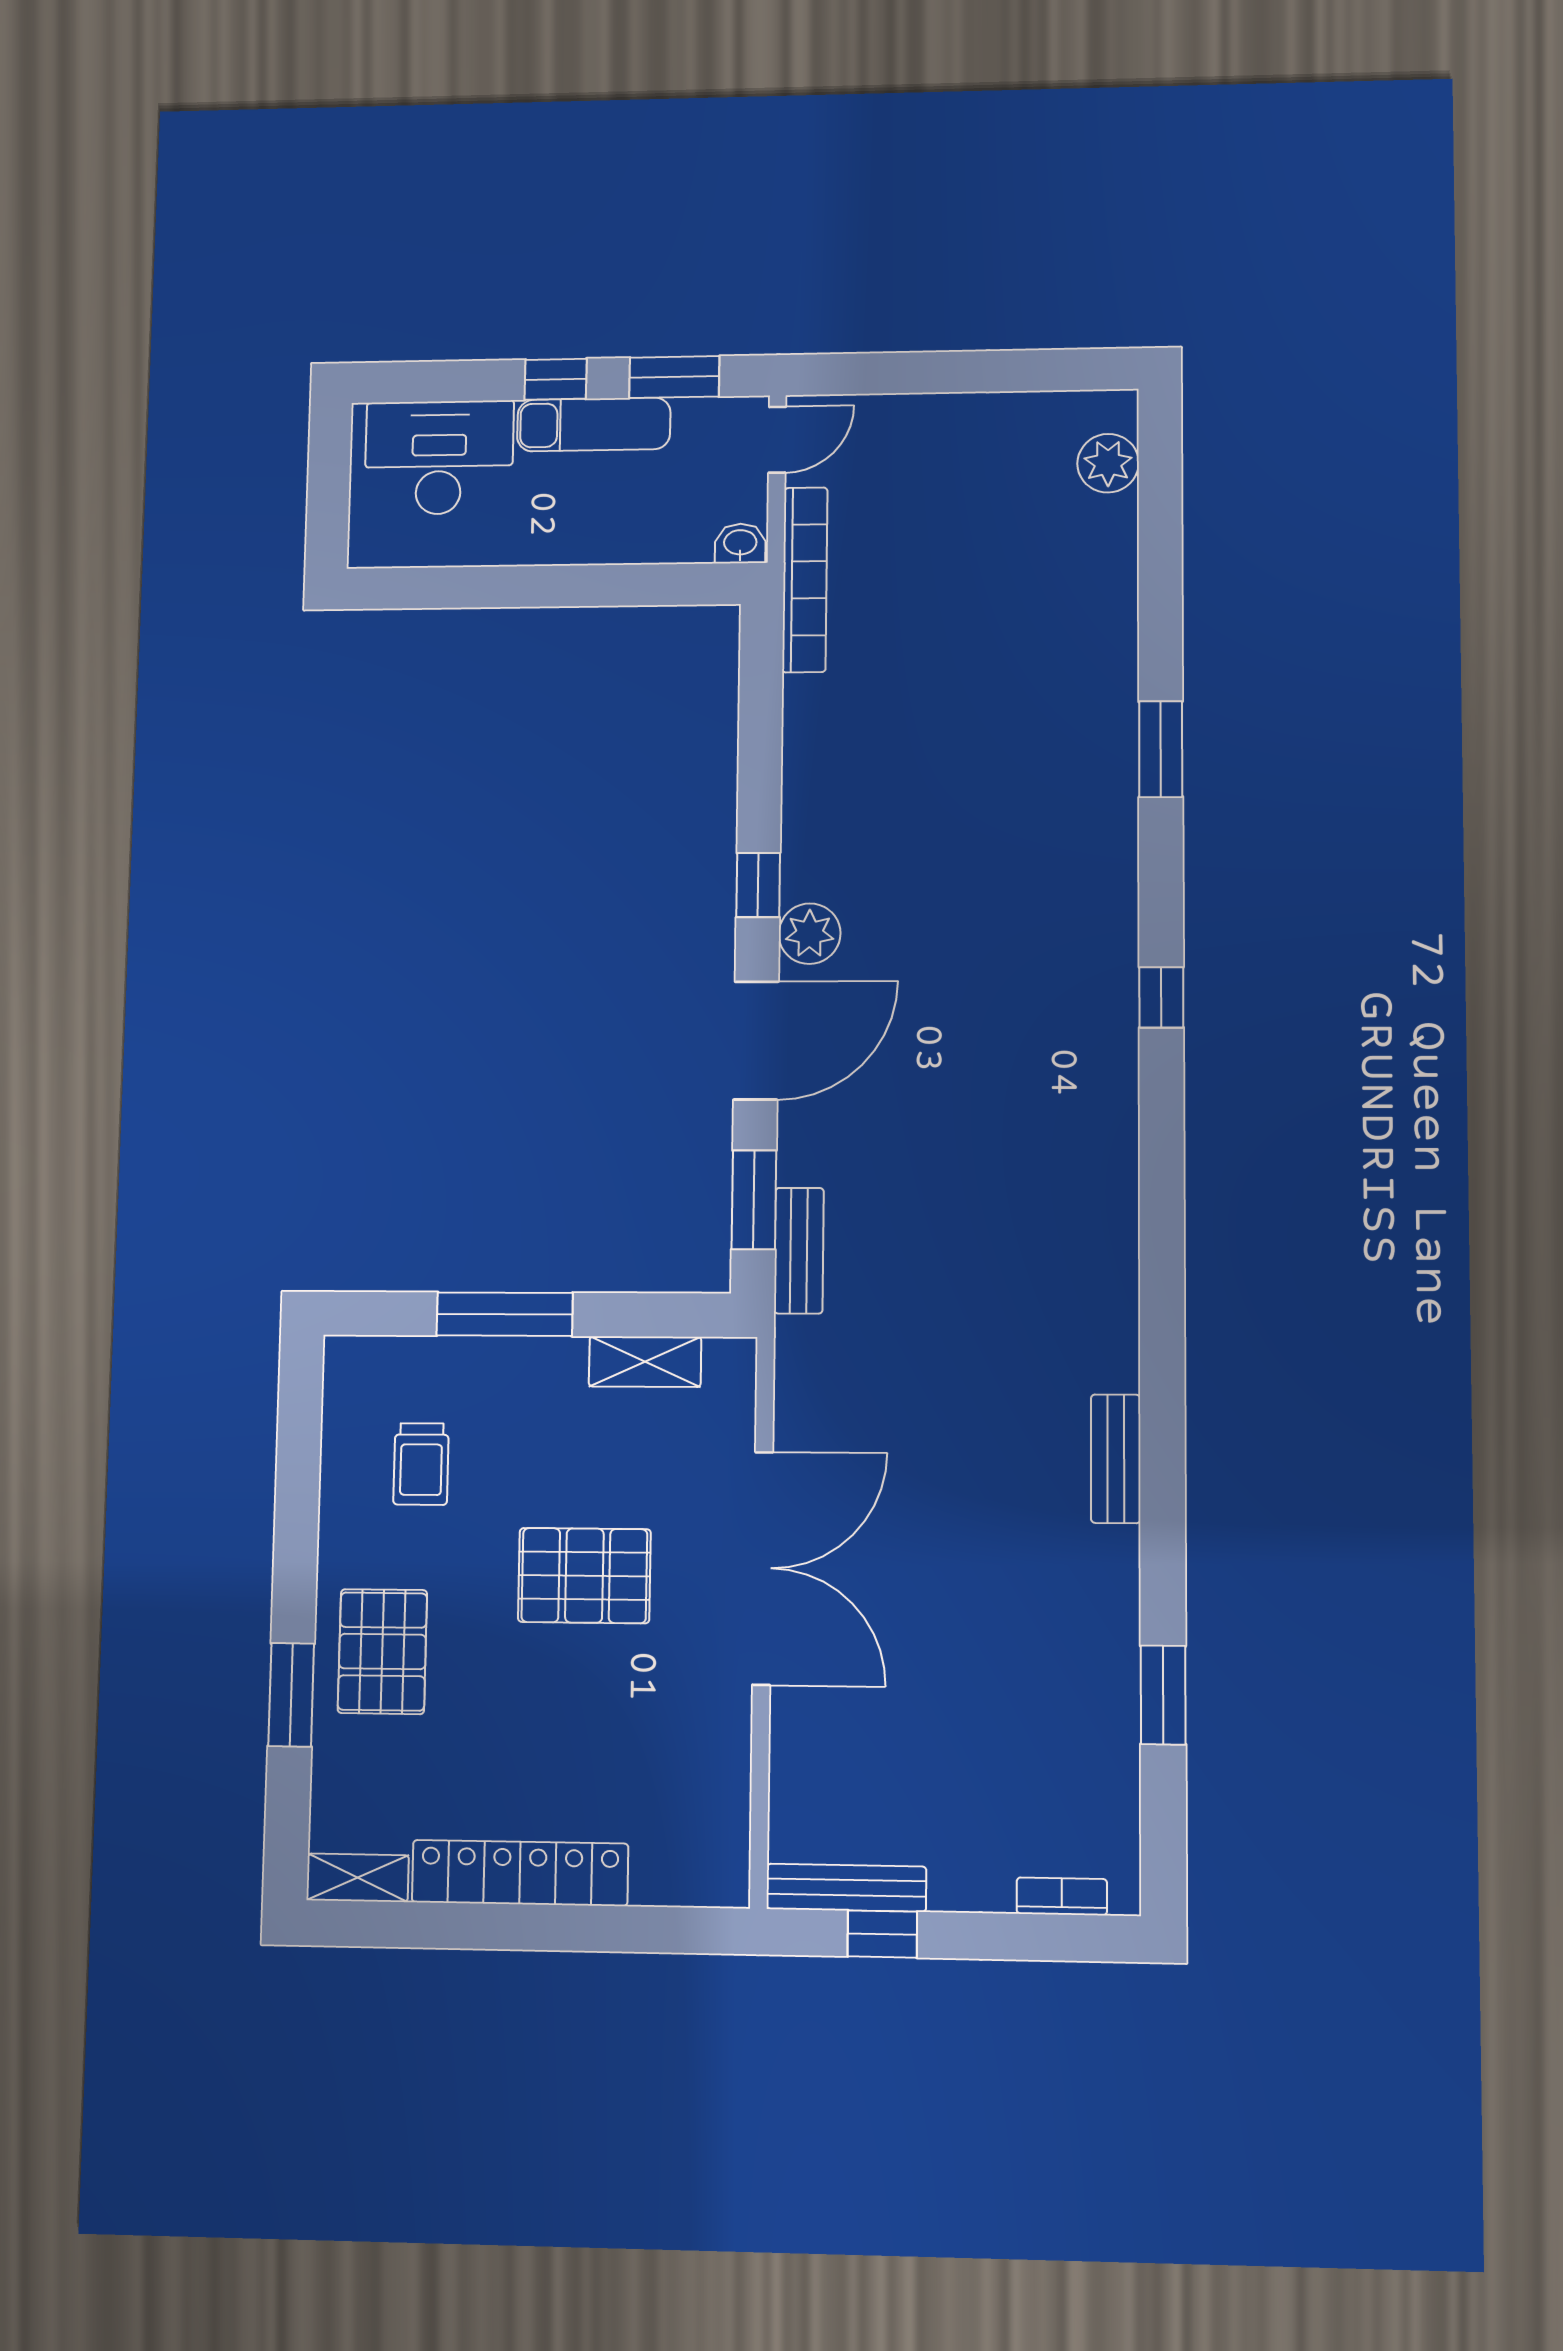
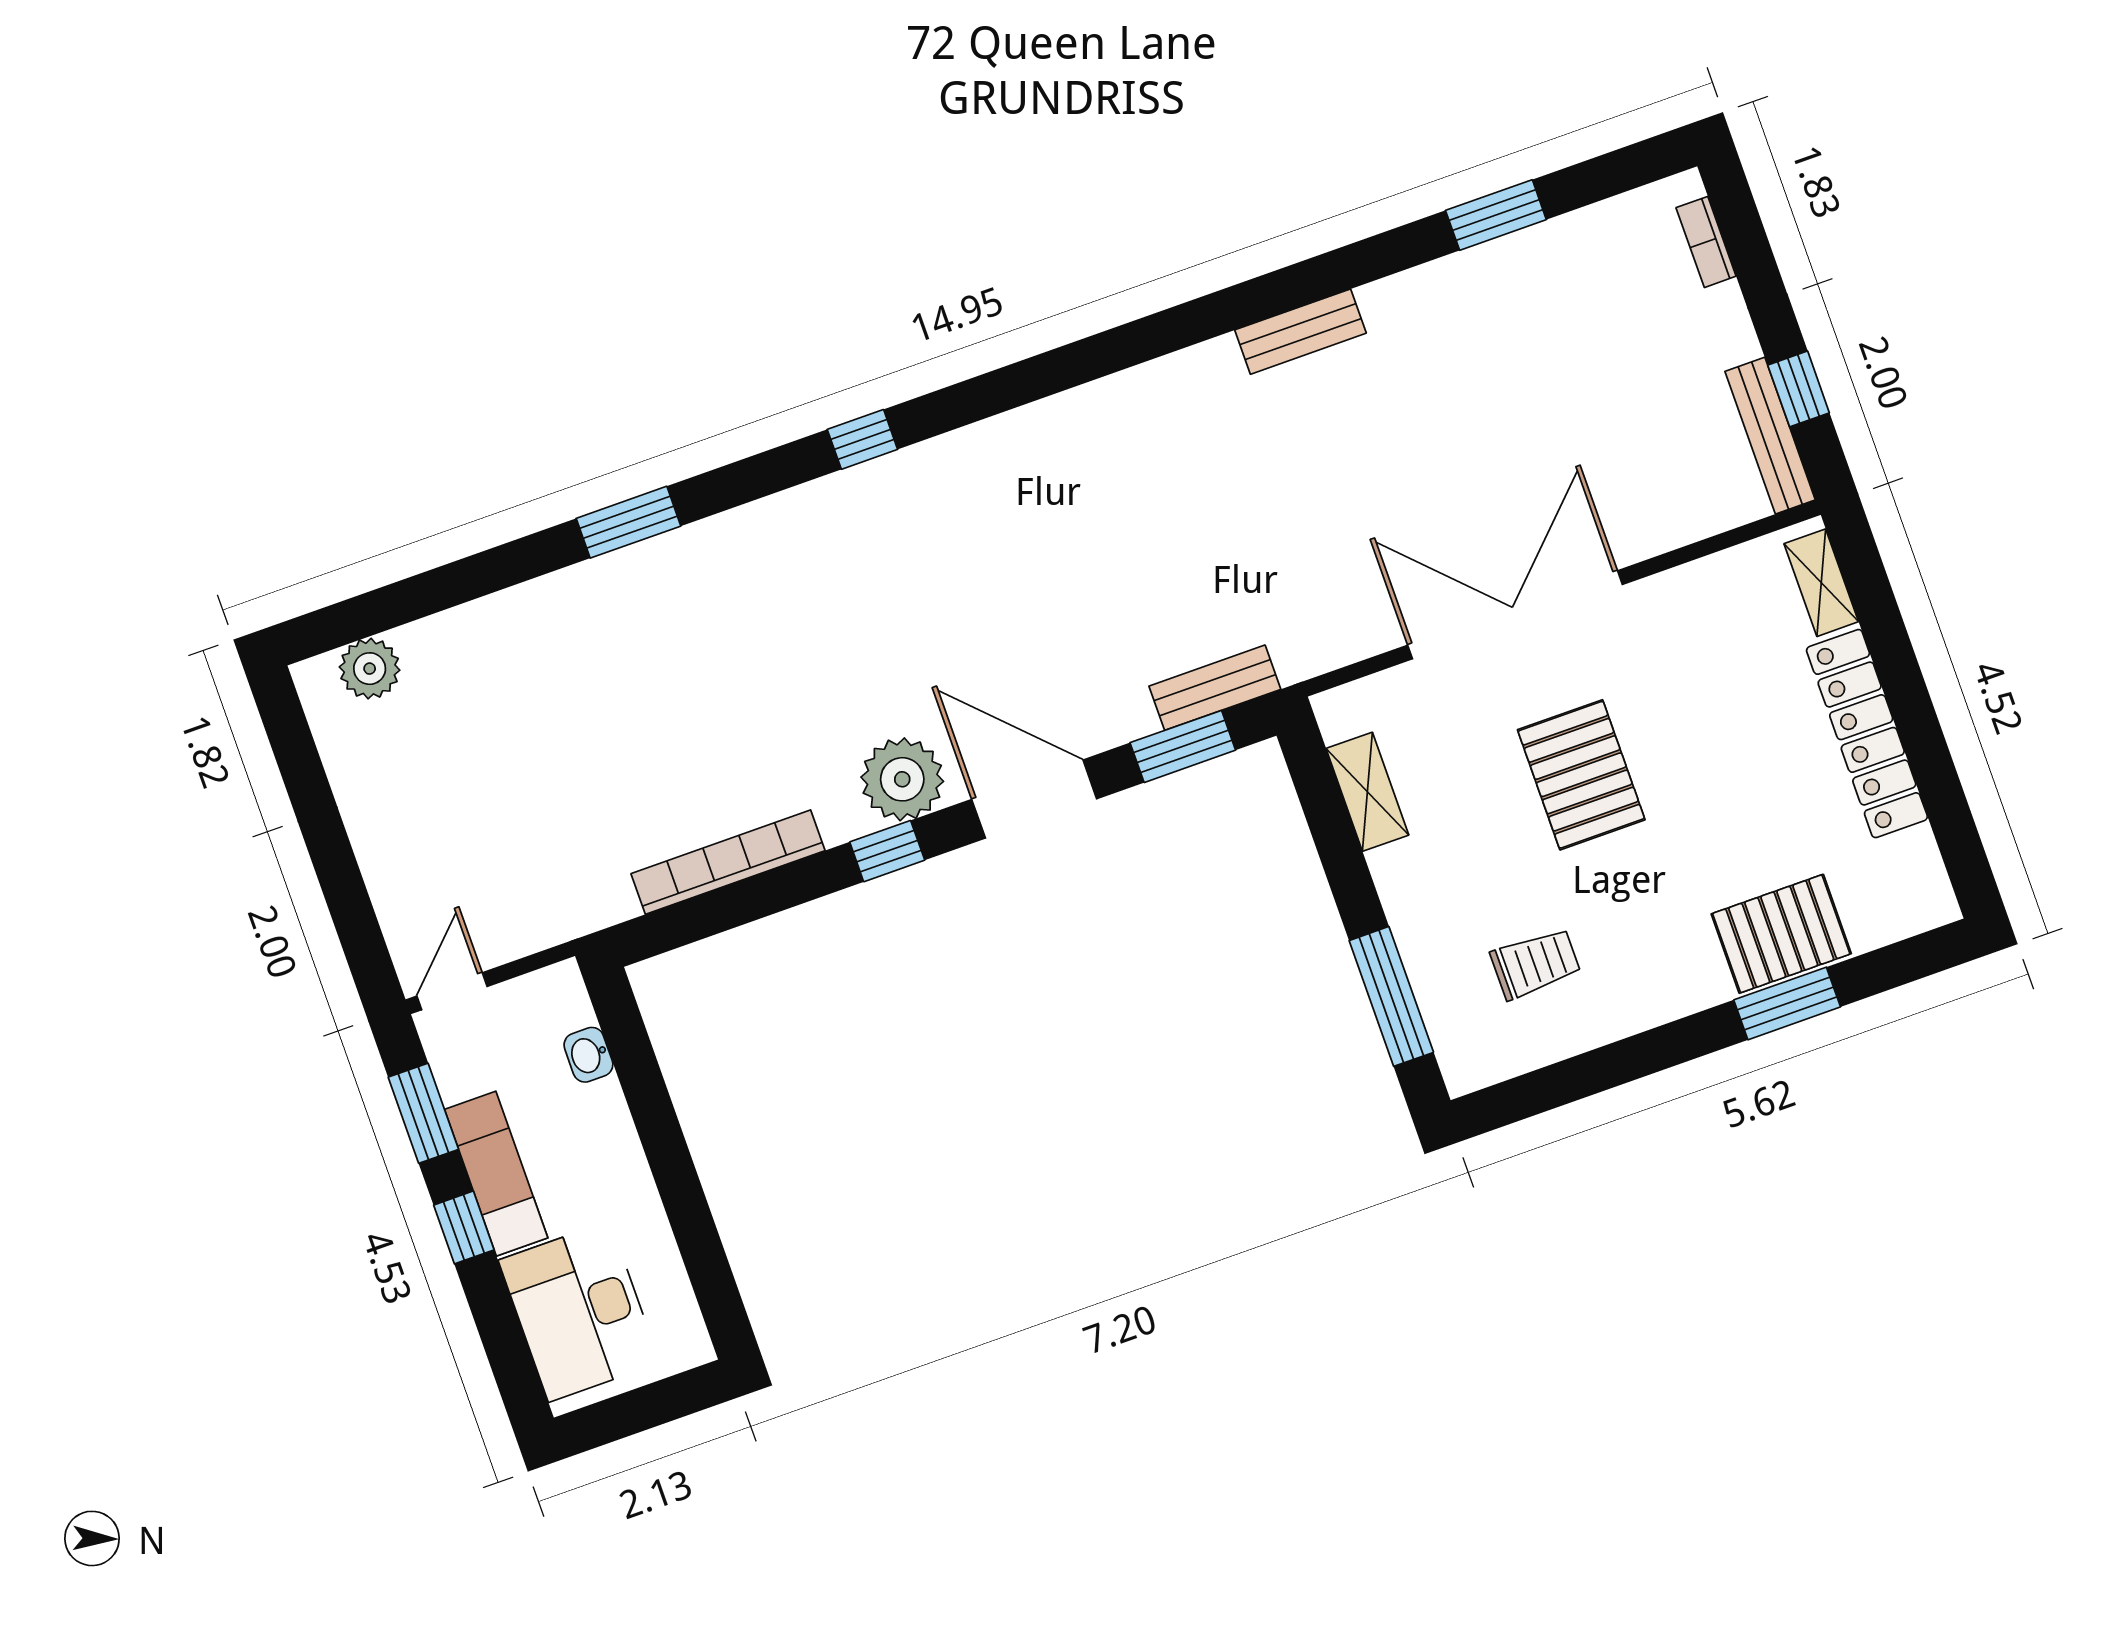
door: (777, 440) -> (452, 991), hinge flipped
washbasin: (740, 543) -> (588, 1055), moved
bookcase: (805, 580) -> (728, 862), moved
plant: (810, 934) -> (902, 779), width x1.36, depth x1.36
window: (505, 1314) -> (1391, 996), moved
pallet: (382, 1652) -> (1781, 934), moved
shelving: (358, 1878) -> (1821, 583), moved

